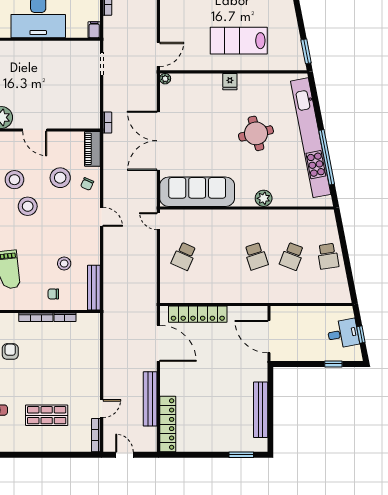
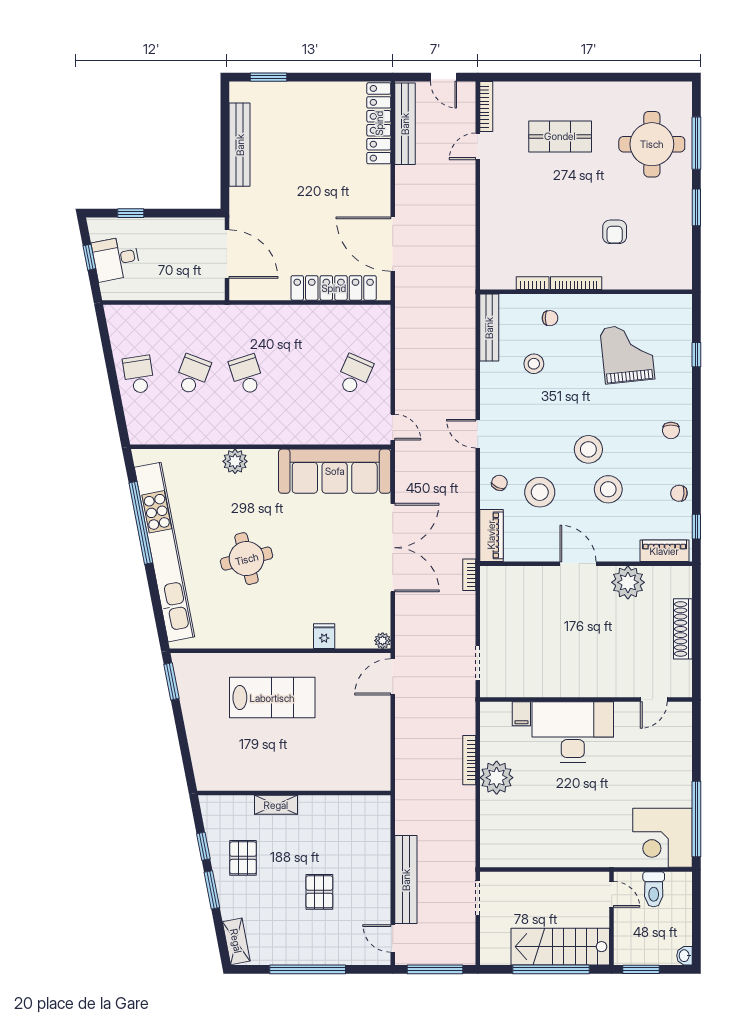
filing cabinet: (94, 30) -> (521, 714), moved
fridge: (230, 82) -> (324, 636), moved
bench: (150, 399) -> (405, 124), moved

